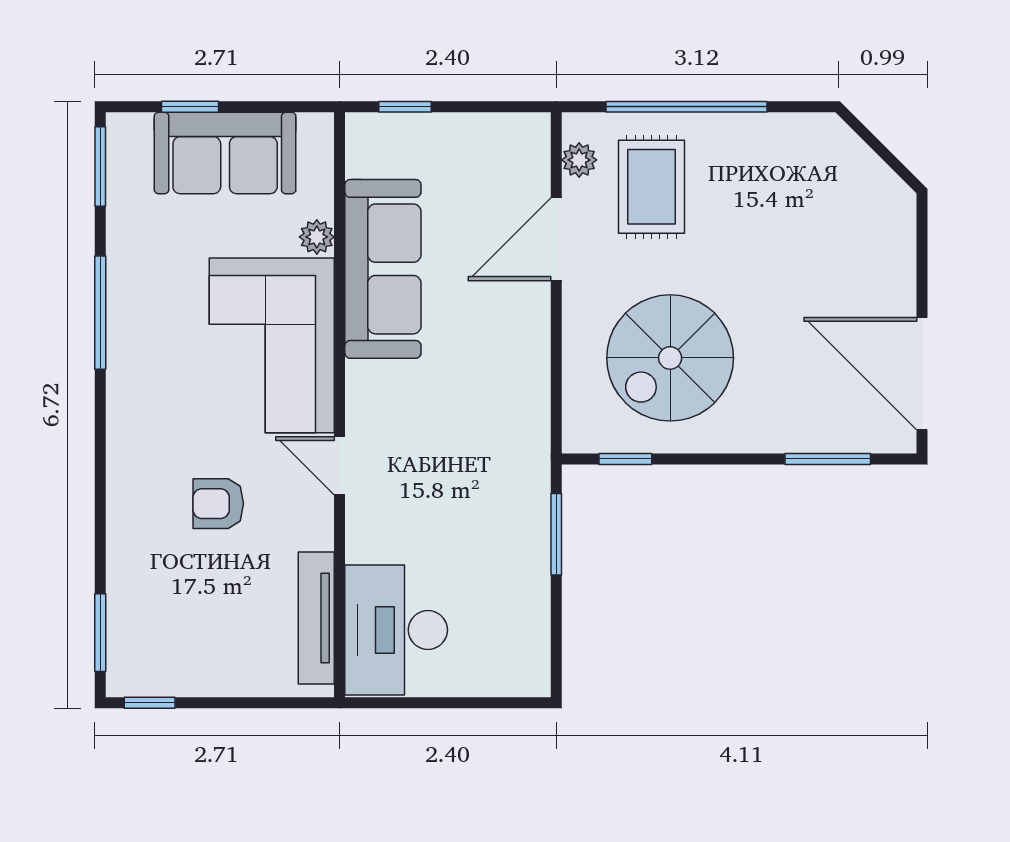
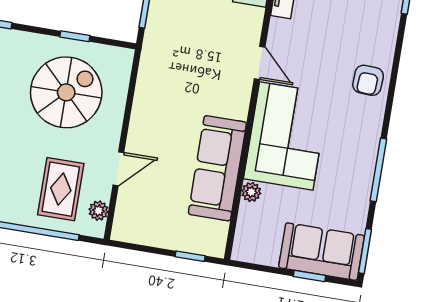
sofa: (225, 153) -> (321, 252), moved
door: (556, 239) -> (118, 169), width x0.73
window: (625, 459) -> (75, 36), moved
armchair: (218, 504) -> (368, 80), moved, turned 93

